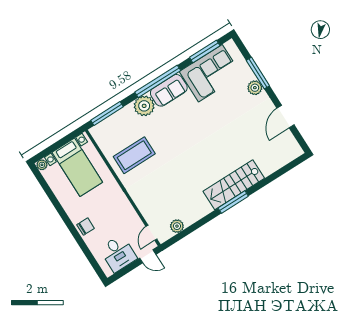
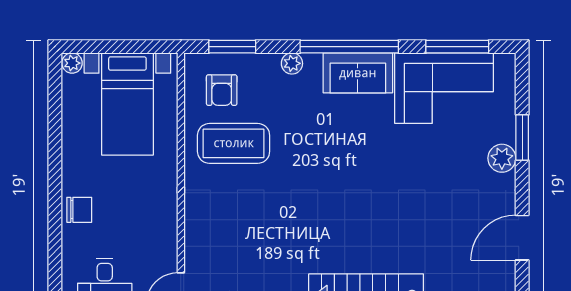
window: (258, 73) -> (522, 137), width x0.69
plant: (144, 106) -> (292, 63), width x0.53, depth x0.53
window: (107, 114) -> (232, 47), width x0.69
armchair: (114, 135) -> (222, 90), added

